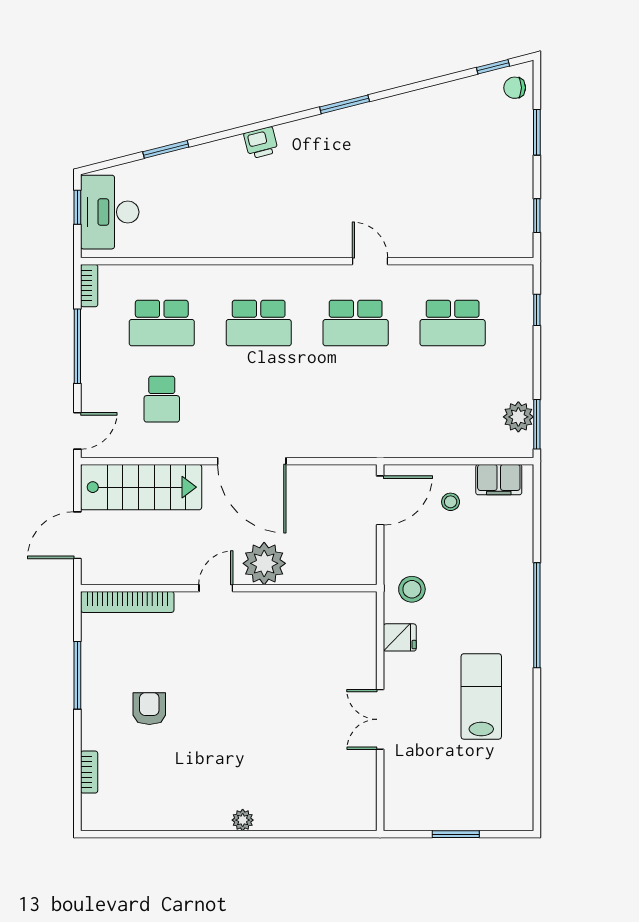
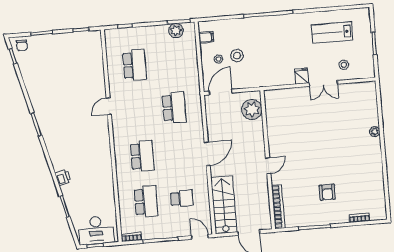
printer: (261, 143) -> (63, 177), moved
school desk: (356, 323) -> (174, 108), moved
door: (252, 461) -> (207, 154), width x0.73
filing cabinet: (499, 480) -> (206, 37), width x0.50
door: (380, 500) -> (221, 92), hinge flipped
plant: (264, 563) -> (252, 109), moved
door: (216, 588) -> (268, 166), swing flipped
stool: (412, 589) -> (237, 56), moved
fridge: (400, 637) -> (301, 76), moved
lab bench: (481, 696) -> (332, 33), moved
armchair: (149, 709) -> (327, 192), turned -90
stool: (416, 766) -> (344, 65), added
plant: (243, 820) -> (375, 132), moved

